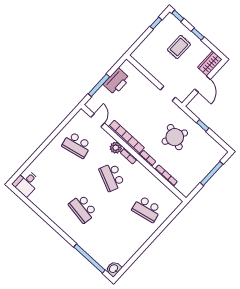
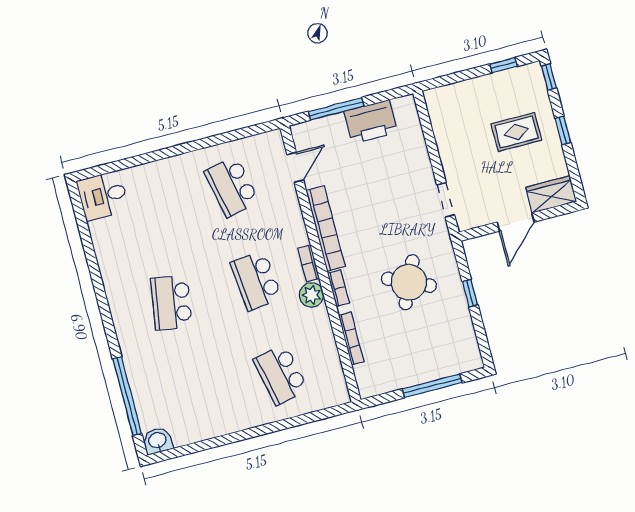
plant: (116, 148) -> (311, 295), moved
school desk: (112, 177) -> (256, 281), turned -30

